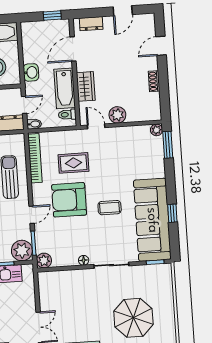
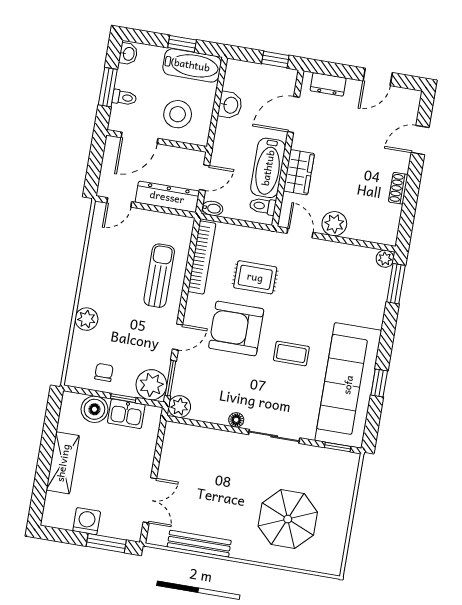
washbasin: (31, 72) -> (230, 105), moved

